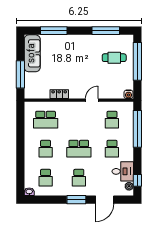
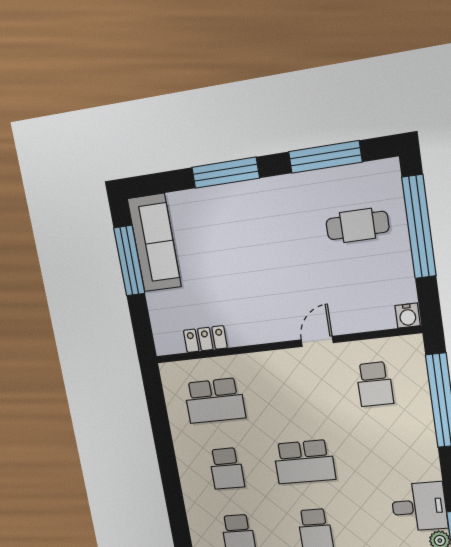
window: (54, 31) -> (225, 173), moved
window: (20, 74) -> (129, 261), moved
locker: (59, 94) -> (205, 339), moved
school desk: (112, 149) -> (385, 455), removed

